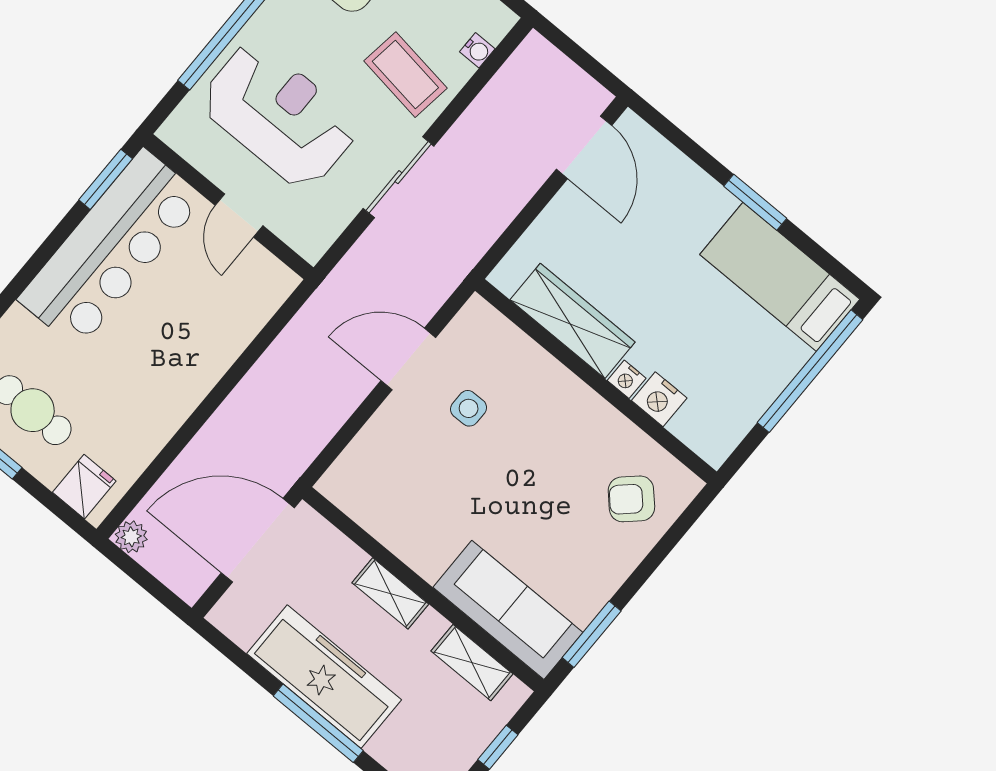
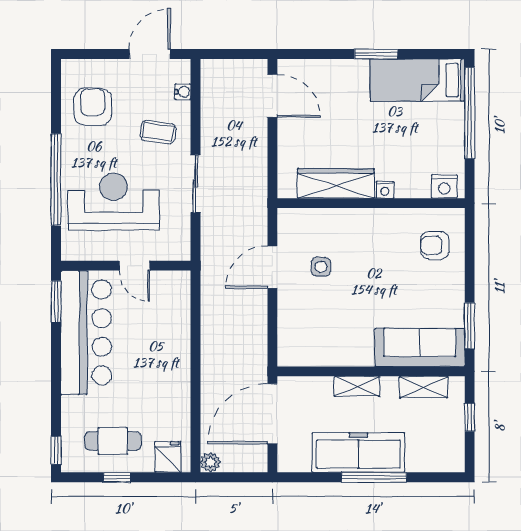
coffee table: (405, 75) -> (158, 132), width x0.73, depth x0.77
nightstand: (659, 399) -> (444, 187), moved
armchair: (631, 499) -> (435, 245), turned 43

